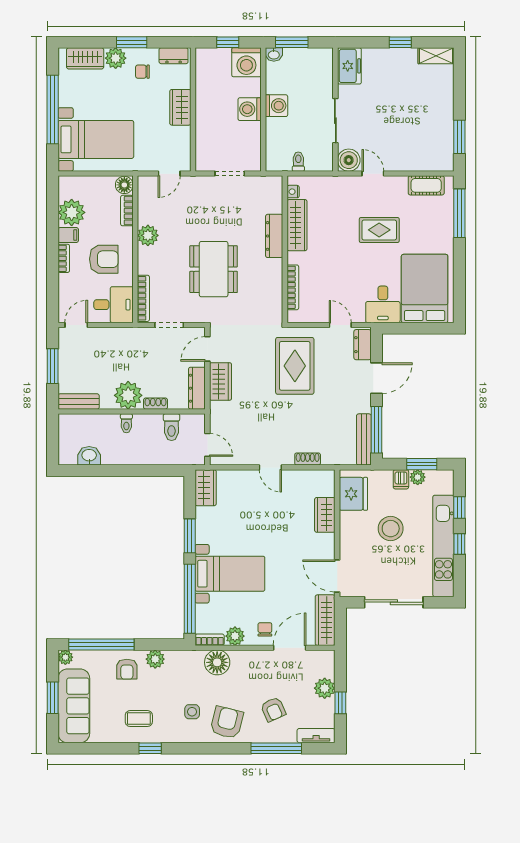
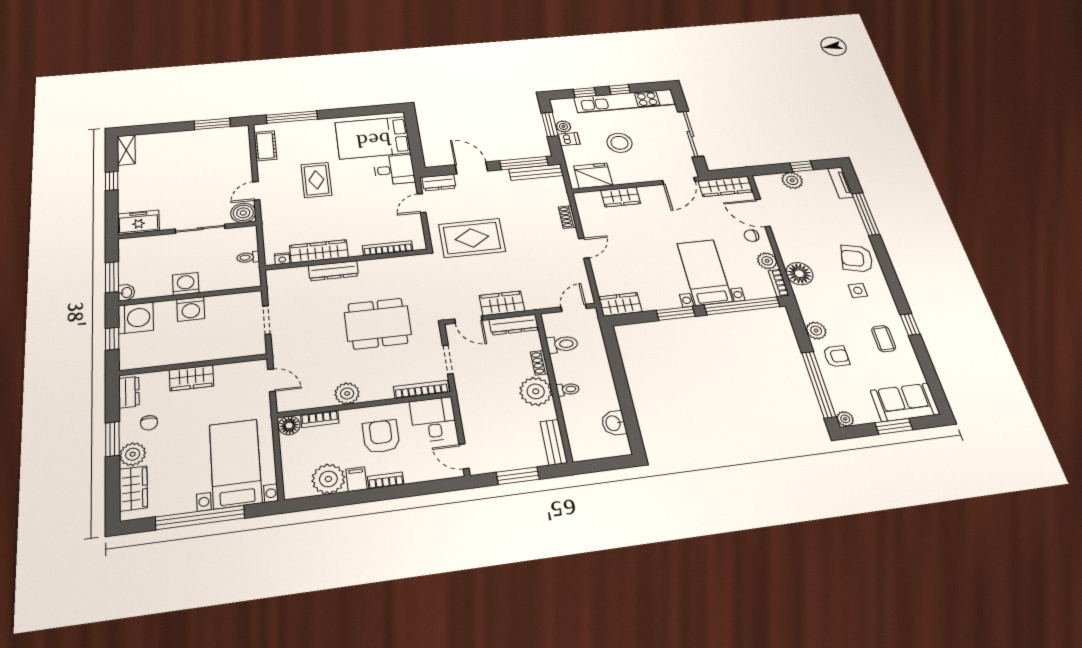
sofa: (74, 706) -> (905, 402), width x0.73
armchair: (273, 709) -> (829, 220), removed

